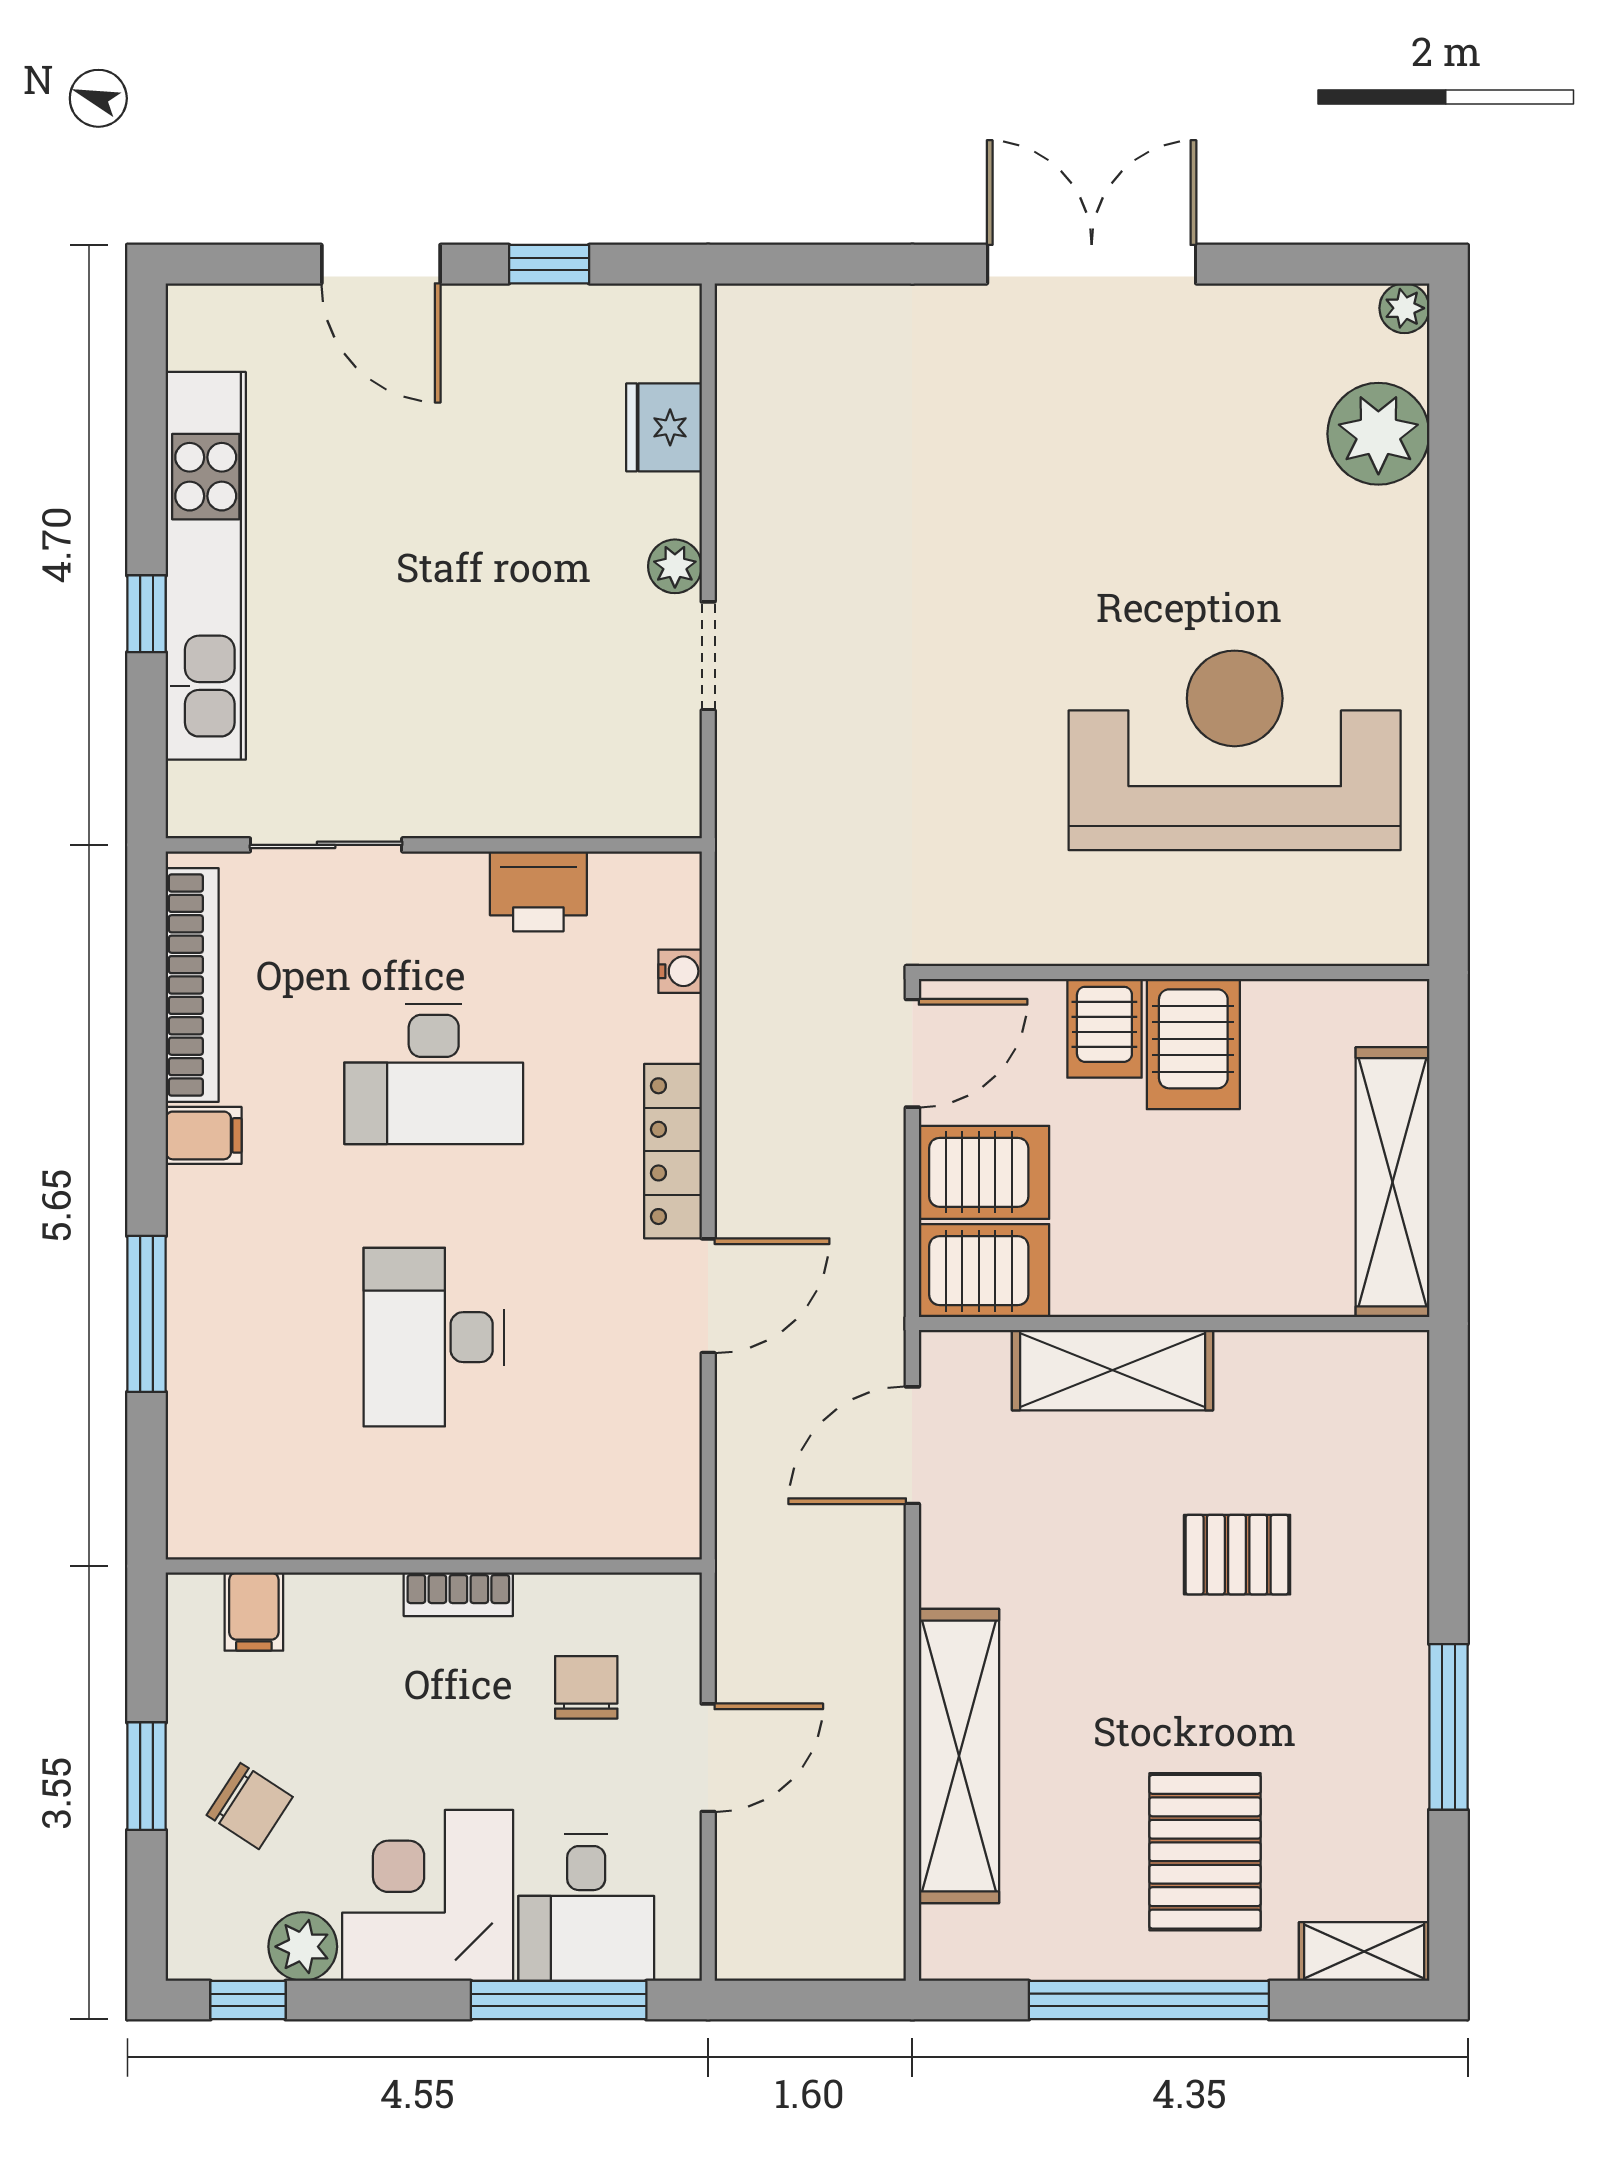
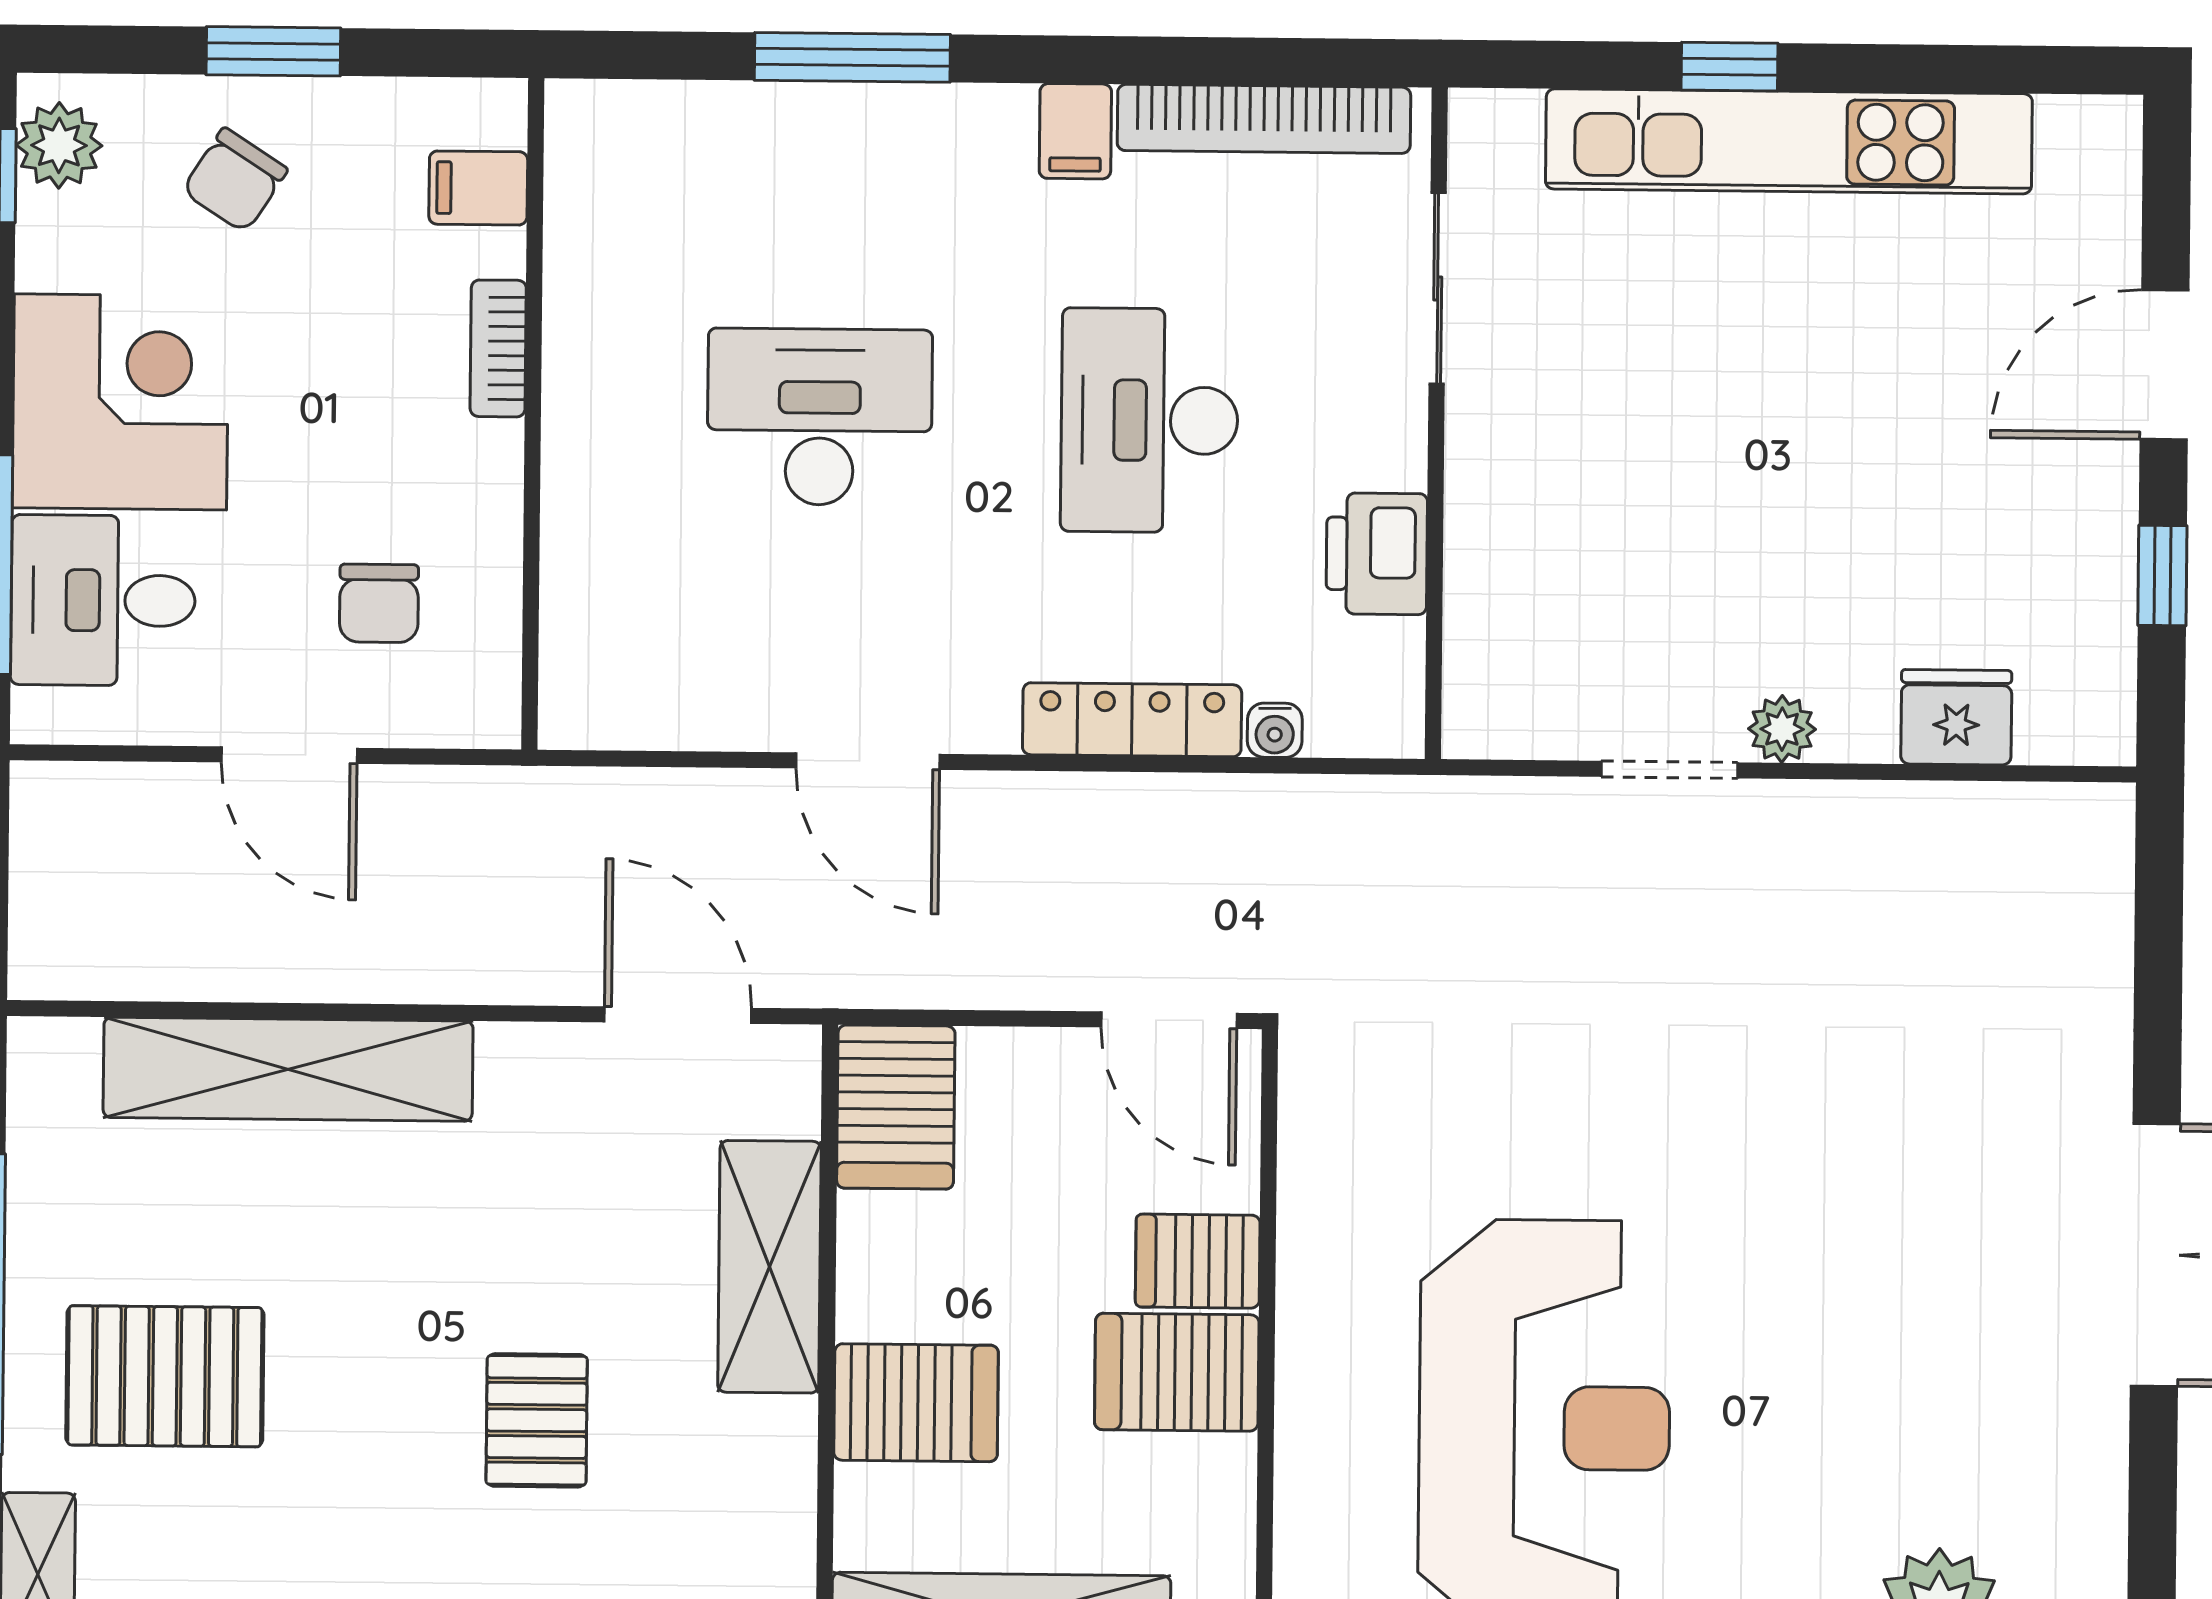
locker: (673, 1151) -> (1132, 720), moved
server rack: (984, 1172) -> (916, 1403), moved, turned -90
bookcase: (458, 1594) -> (498, 348), moved
chair: (586, 1687) -> (379, 603), turned 90
plant: (303, 1947) -> (59, 145), moved

